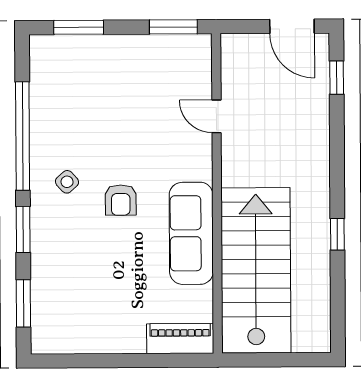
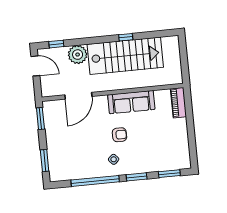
door: (292, 26) -> (35, 66), hinge flipped
door: (217, 116) -> (78, 96), width x1.87
plant: (309, 123) -> (78, 55), added
stairs: (256, 270) -> (125, 56), moved, turned 180

